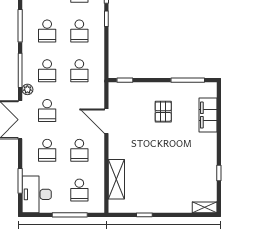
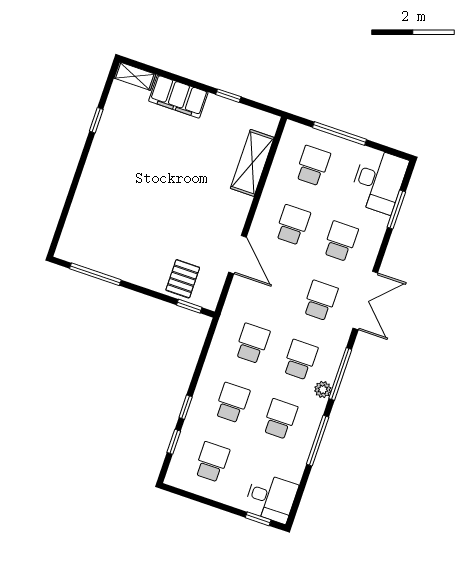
plant: (27, 89) -> (323, 390), moved
pallet: (163, 112) -> (183, 279), moved
filing cabinet: (208, 115) -> (178, 97), moved, turned 90

